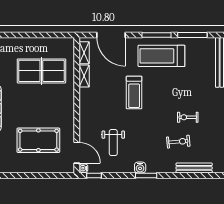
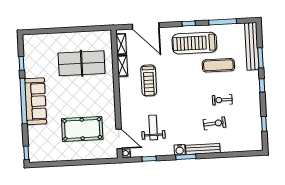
window: (157, 35) -> (189, 24), width x0.46
exercise mat: (186, 81) -> (218, 65), added
treadmill: (134, 92) -> (149, 80), moved
weight bench: (113, 143) -> (153, 127), turned 180
bench: (194, 168) -> (203, 149), moved
window: (94, 175) -> (149, 159), moved

